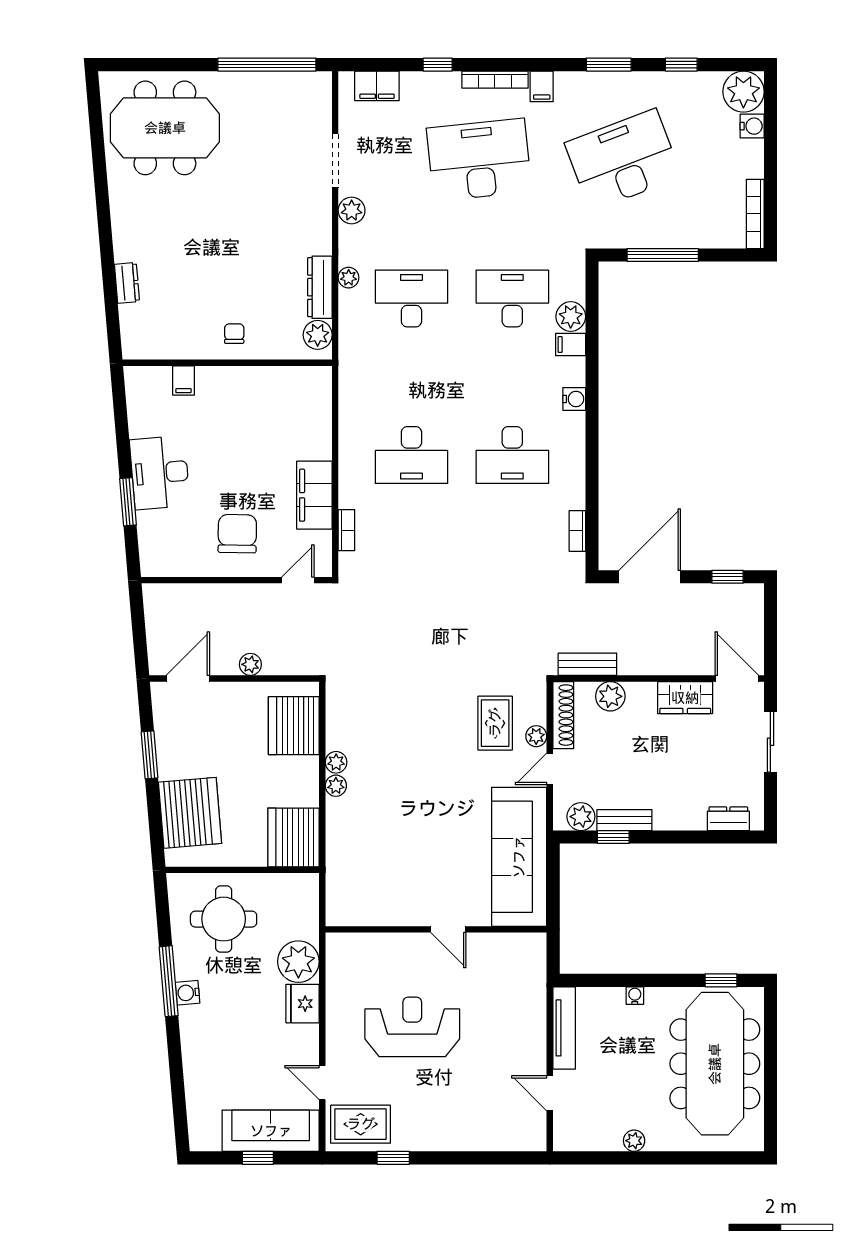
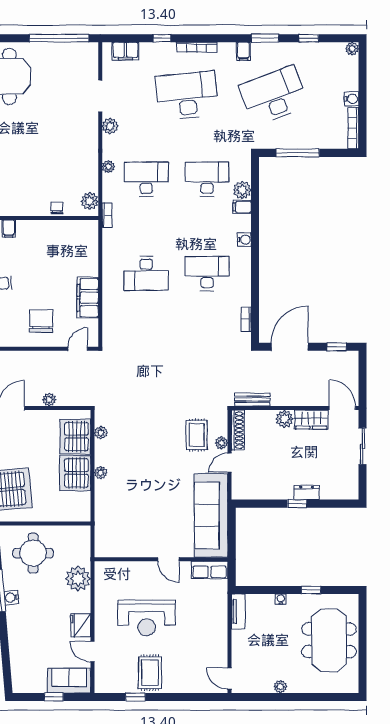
filing cabinet: (542, 86) -> (243, 51), moved
plant: (743, 92) -> (352, 49), width x0.53, depth x0.53
water cooler: (752, 126) -> (351, 99), moved
dresser: (320, 287) -> (91, 172), removed
chair: (234, 334) -> (57, 208), moved
desk: (512, 455) -> (207, 273), turned 180
bookcase: (346, 530) -> (107, 215), moved
plant: (610, 696) -> (284, 419), moved
plant: (336, 762) -> (101, 433), moved
plant: (581, 817) -> (248, 491), removed
dresser: (728, 819) -> (307, 493), moved
bench: (624, 820) -> (275, 493), removed
server rack: (293, 837) -> (75, 473), moved
window: (613, 837) -> (297, 504), moved
row of seats: (517, 947) -> (210, 570), added
window: (721, 980) -> (311, 590), moved
fridge: (303, 1004) -> (81, 625), moved
reception desk: (412, 1027) -> (147, 618), turned 180
tv unit: (564, 1028) -> (238, 612), width x0.71
meeting table: (715, 1064) -> (329, 640), width x0.73
door: (550, 1093) -> (230, 679), moved
rug: (361, 1124) -> (150, 673), moved, turned 90
sofa: (271, 1131) -> (69, 681), width x0.73

